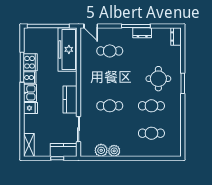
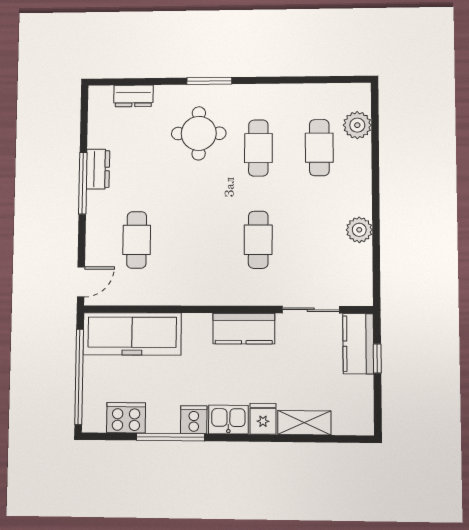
dresser: (176, 36) -> (133, 96), moved
cooker: (30, 62) -> (126, 418), moved
shelving: (29, 145) -> (304, 423), moved
plant: (101, 150) -> (357, 125), moved

